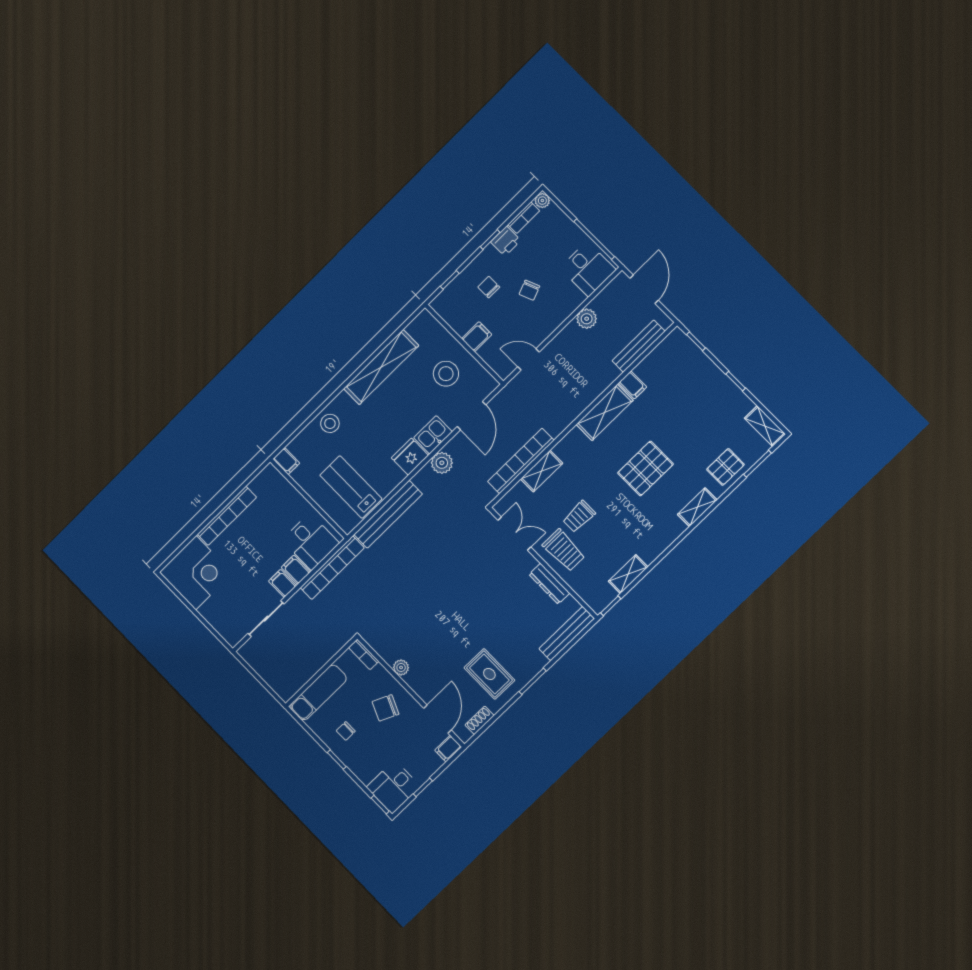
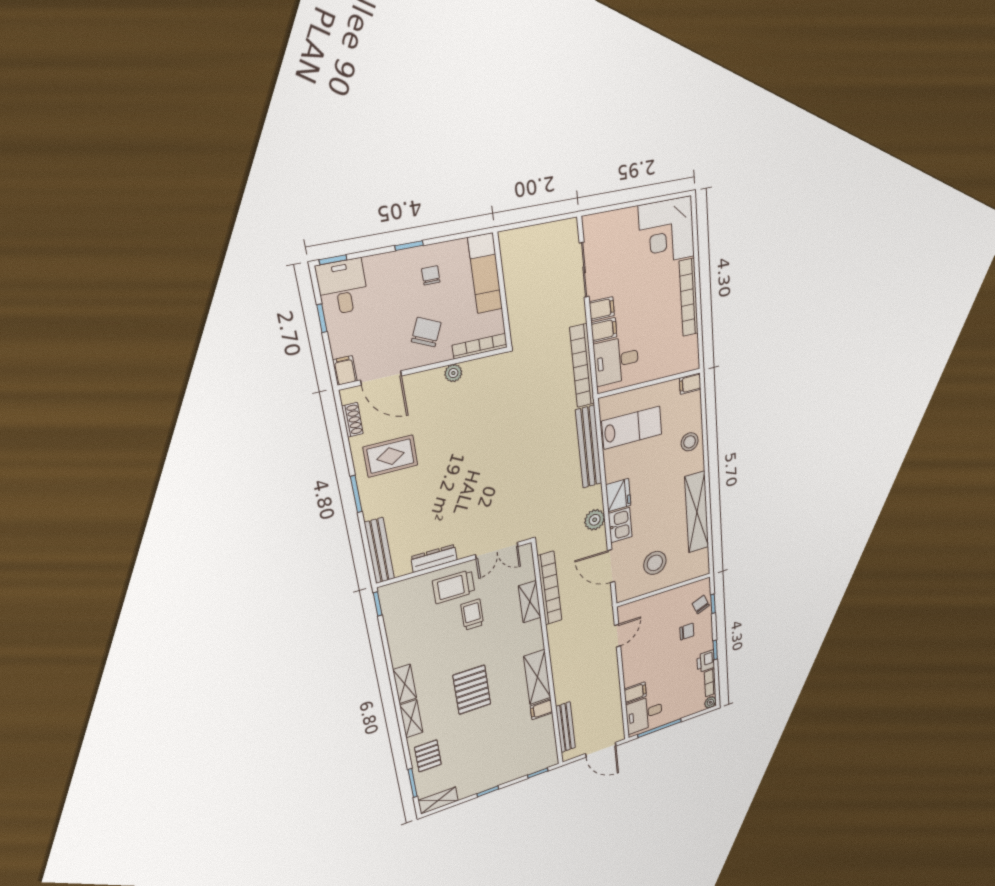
chair: (529, 290) -> (701, 605), moved
plant: (587, 319) -> (613, 696), removed
filing cabinet: (477, 337) -> (635, 693), moved, turned -90
shelving: (628, 574) -> (405, 684), moved
bookcase: (364, 654) -> (480, 346), width x1.56

